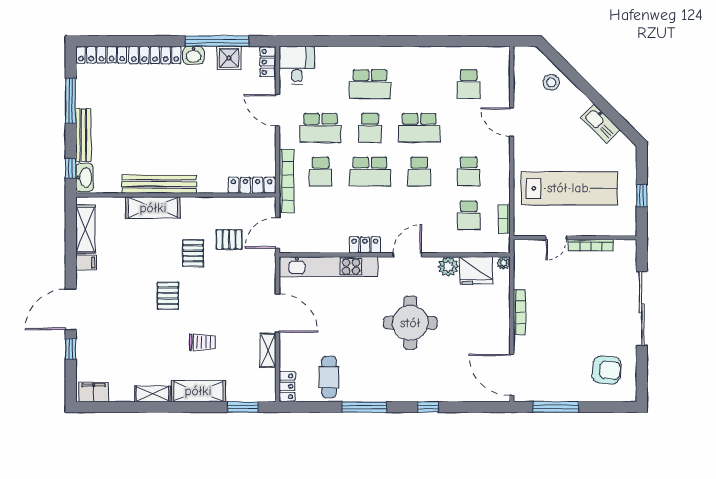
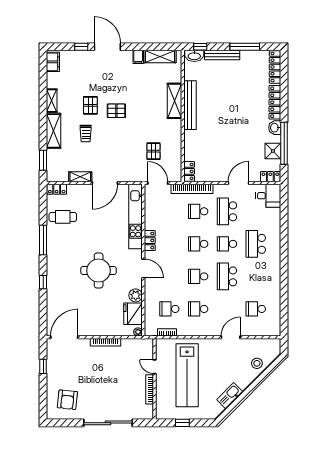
school desk: (370, 172) -> (198, 244), width x0.54
locker: (252, 185) -> (189, 171), width x0.66
pallet: (193, 253) -> (90, 105), moved, turned 90
window: (556, 407) -> (43, 366), width x0.46

